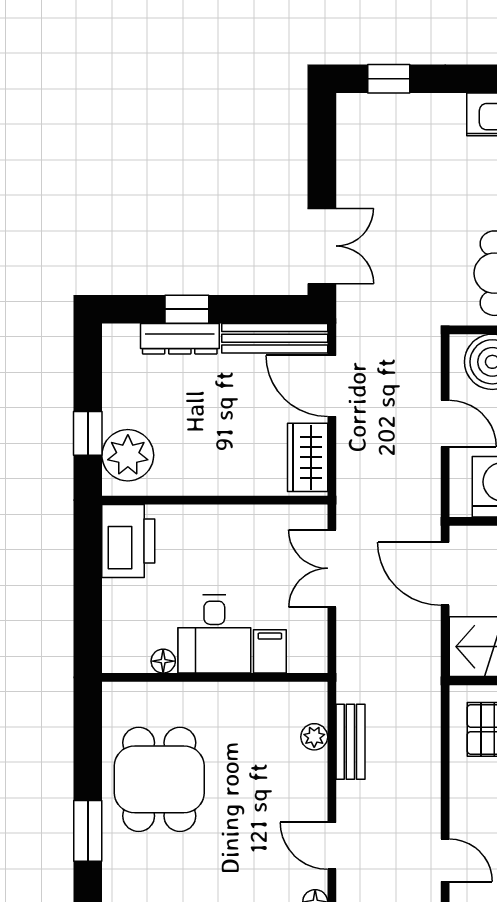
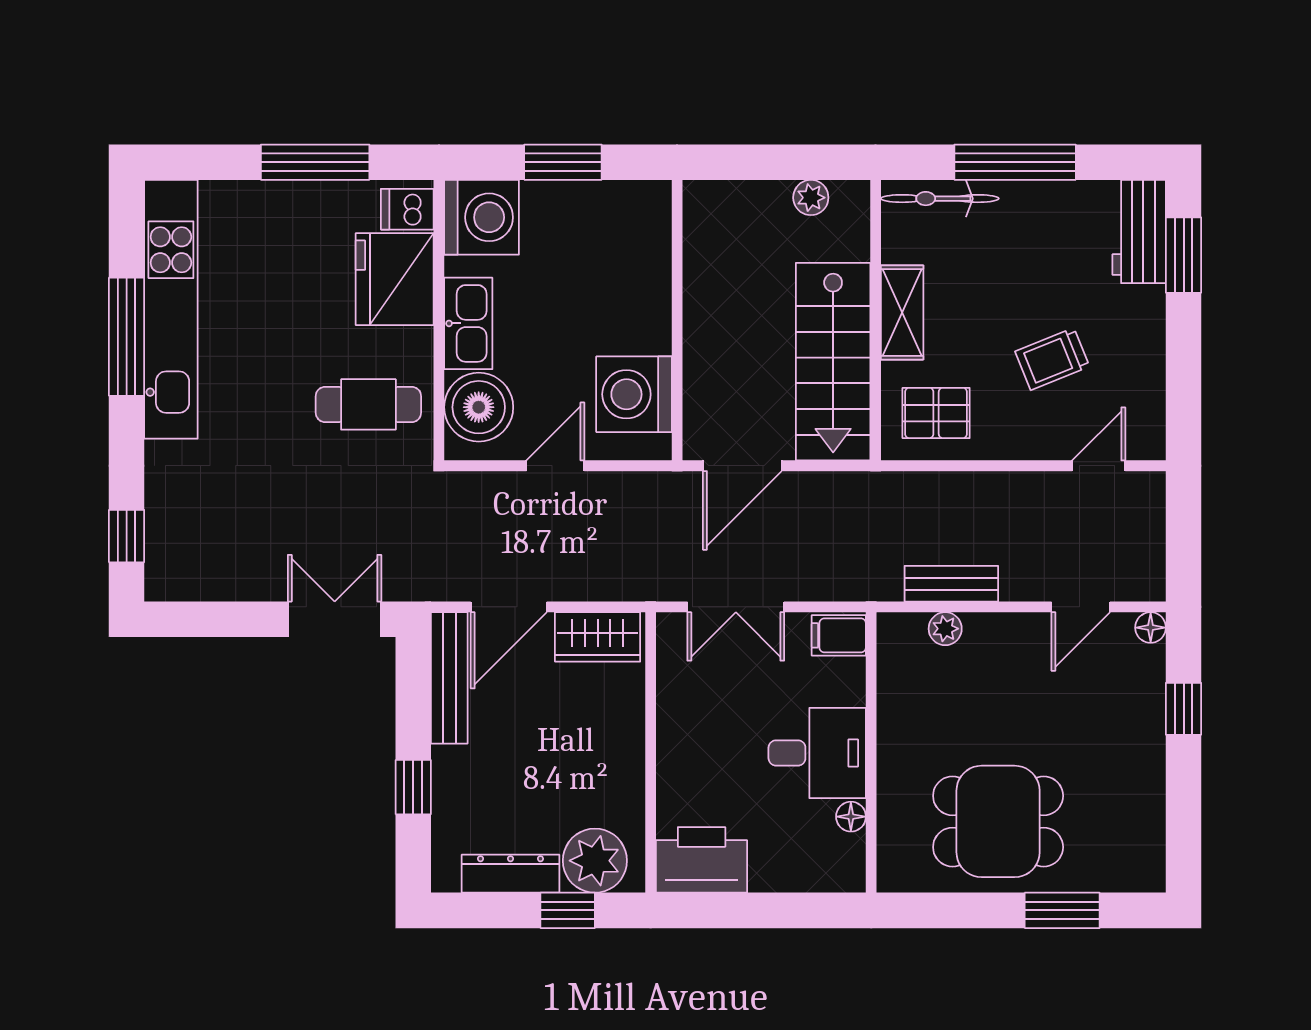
dresser: (180, 339) -> (510, 874), moved, turned -90
filing cabinet: (270, 651) -> (839, 635), moved

